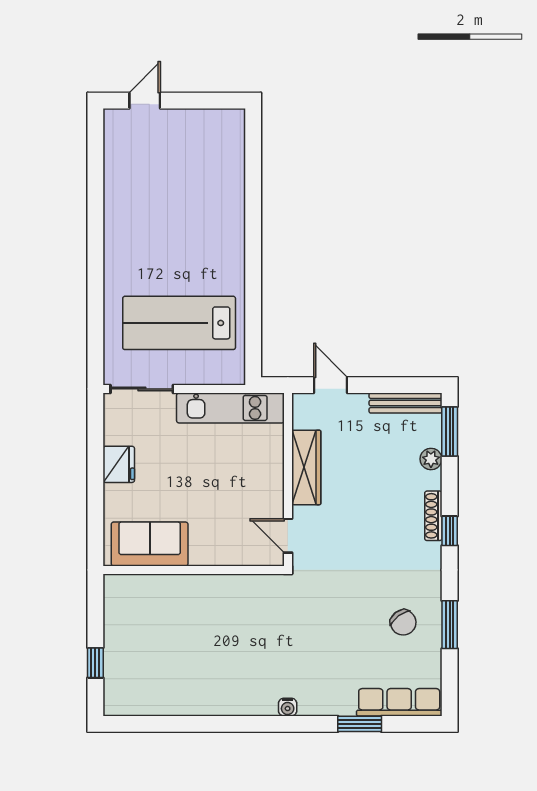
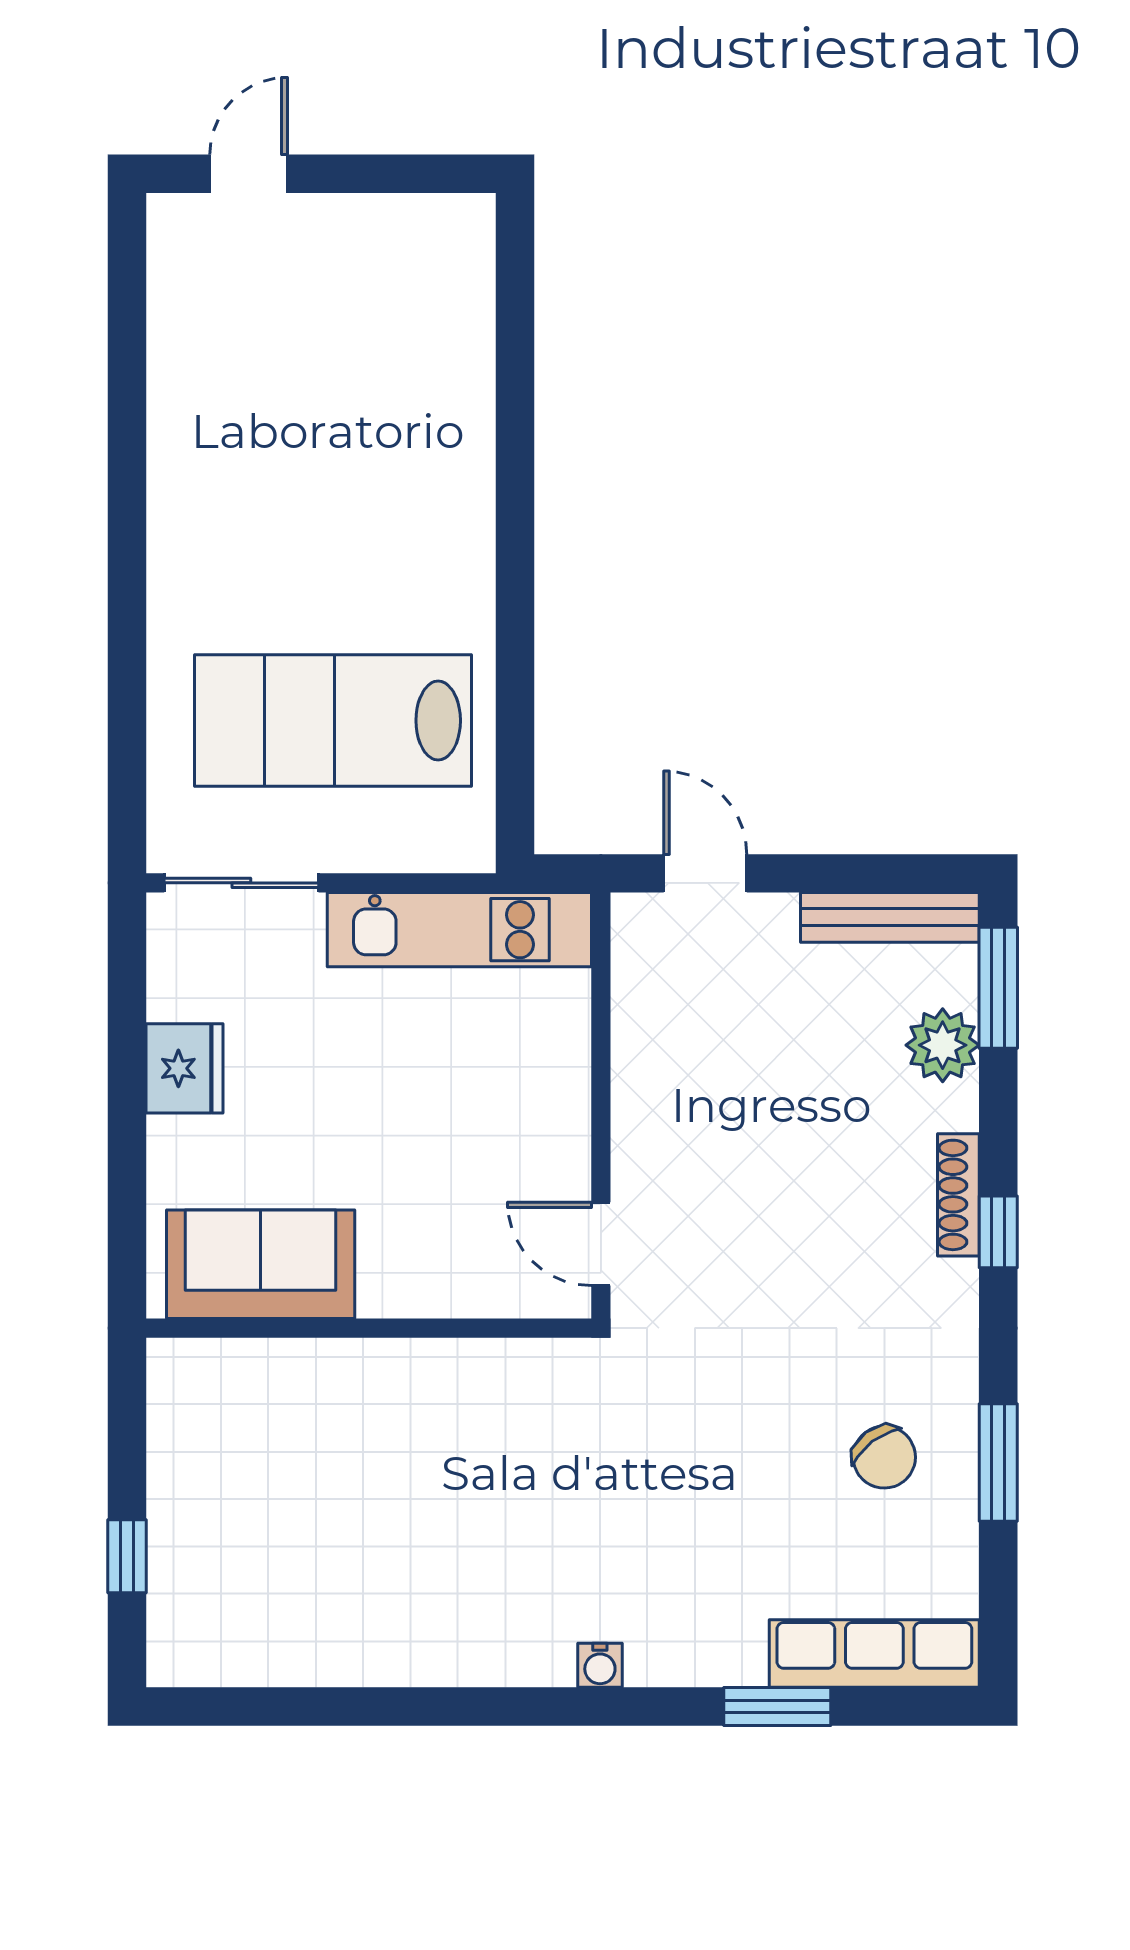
plant: (431, 459) -> (943, 1045), width x1.38, depth x1.38
wardrobe: (306, 467) -> (646, 1076), removed

